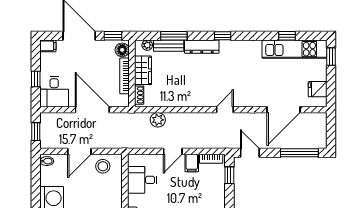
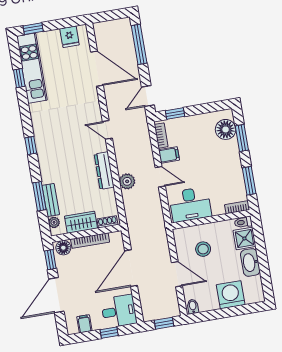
filing cabinet: (48, 46) -> (84, 324), moved
dresser: (202, 47) -> (104, 171), moved, turned 180
plant: (158, 120) -> (127, 181), moved
stool: (103, 166) -> (203, 249), moved
desk: (142, 180) -> (190, 204), width x1.37

